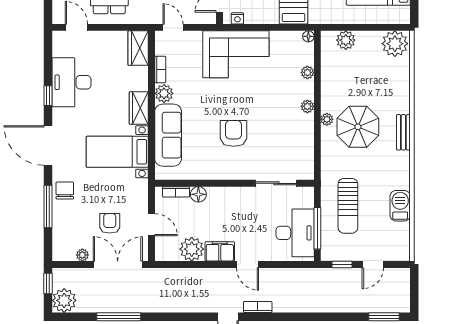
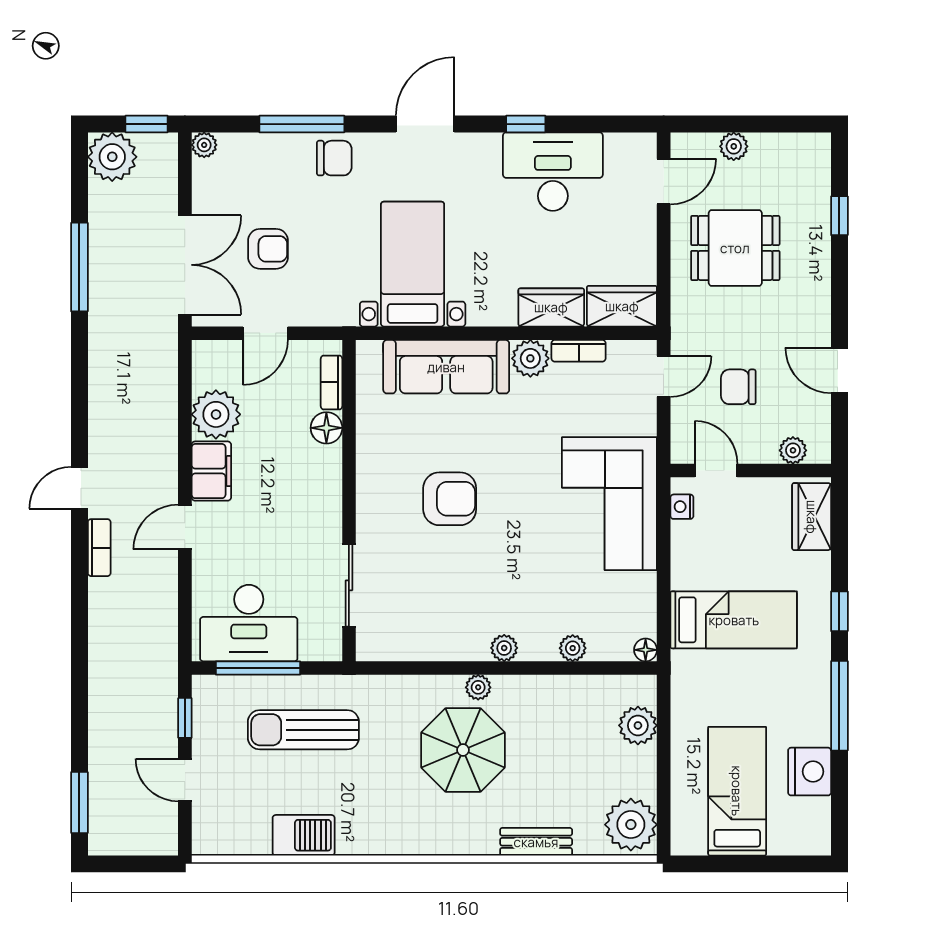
wardrobe: (139, 108) -> (551, 307), moved
bench: (403, 132) -> (536, 842), moved
door: (48, 146) -> (425, 124), width x0.73
plant: (82, 255) -> (204, 145), moved

